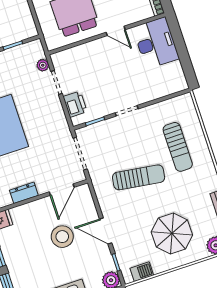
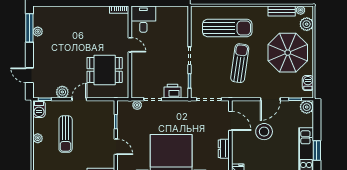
door: (116, 31) -> (130, 45), hinge flipped
desk: (156, 43) -> (143, 19), width x0.73
sun lounger: (178, 147) -> (227, 28), width x1.36, depth x1.34
parasol: (172, 233) -> (288, 53), width x1.36, depth x1.36

